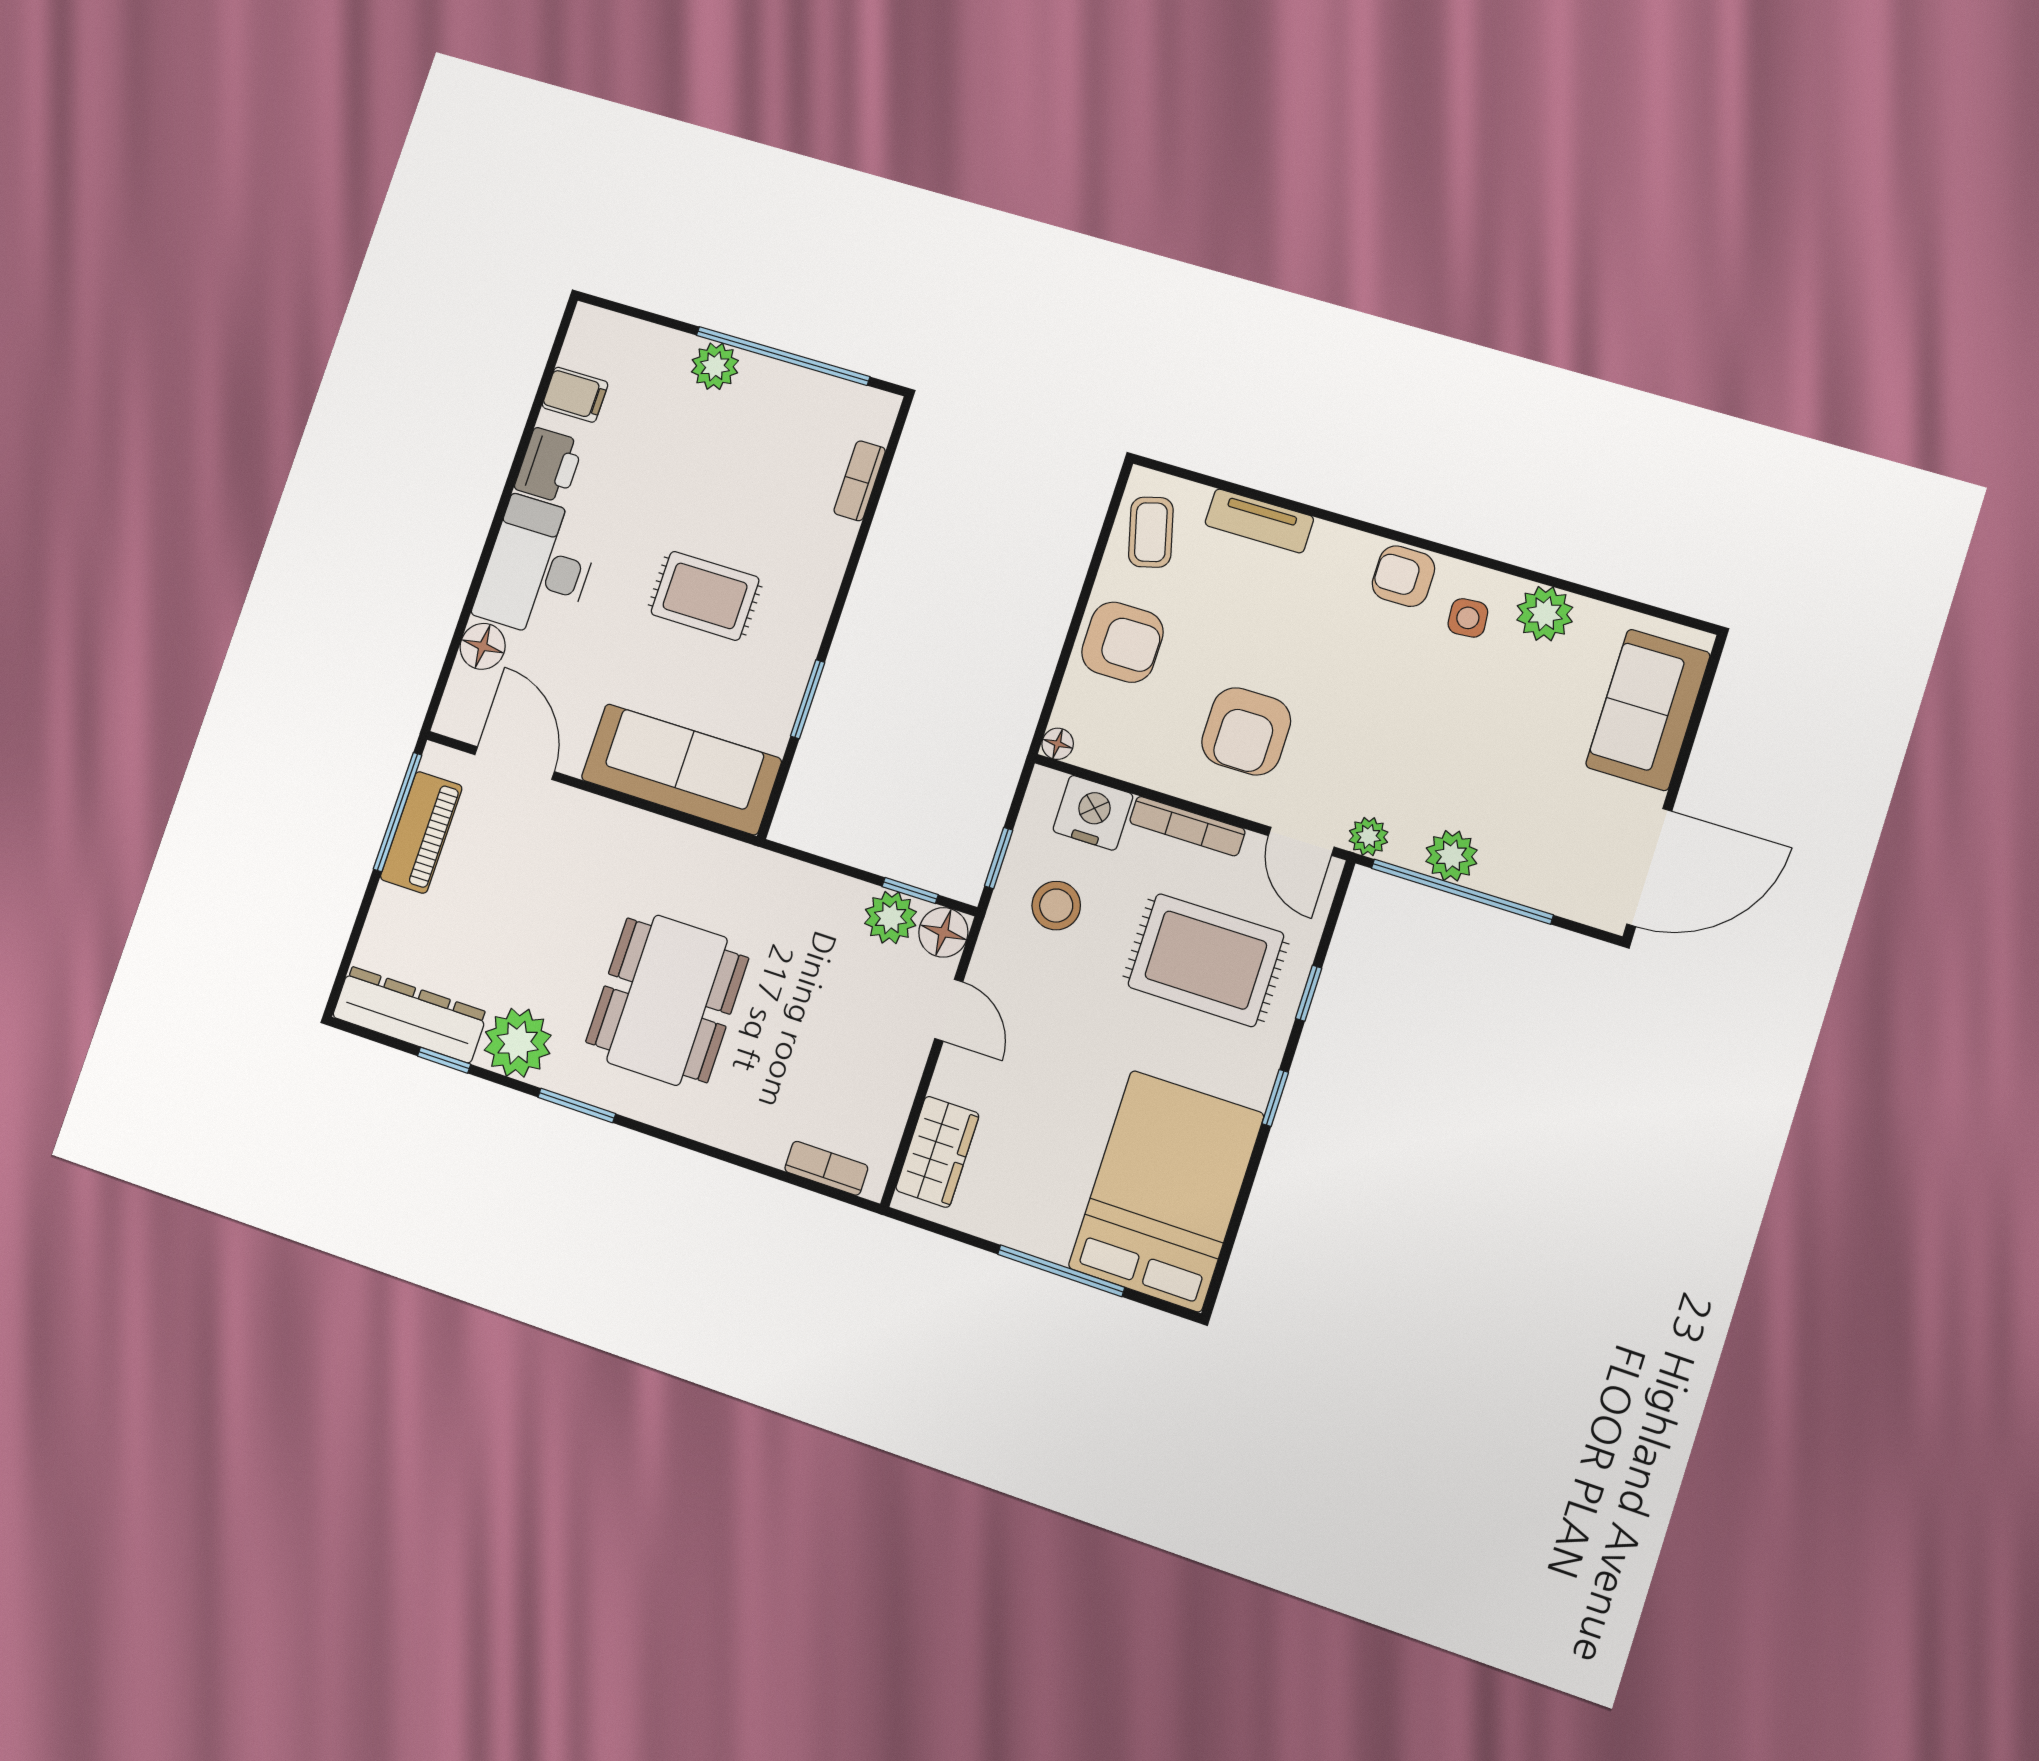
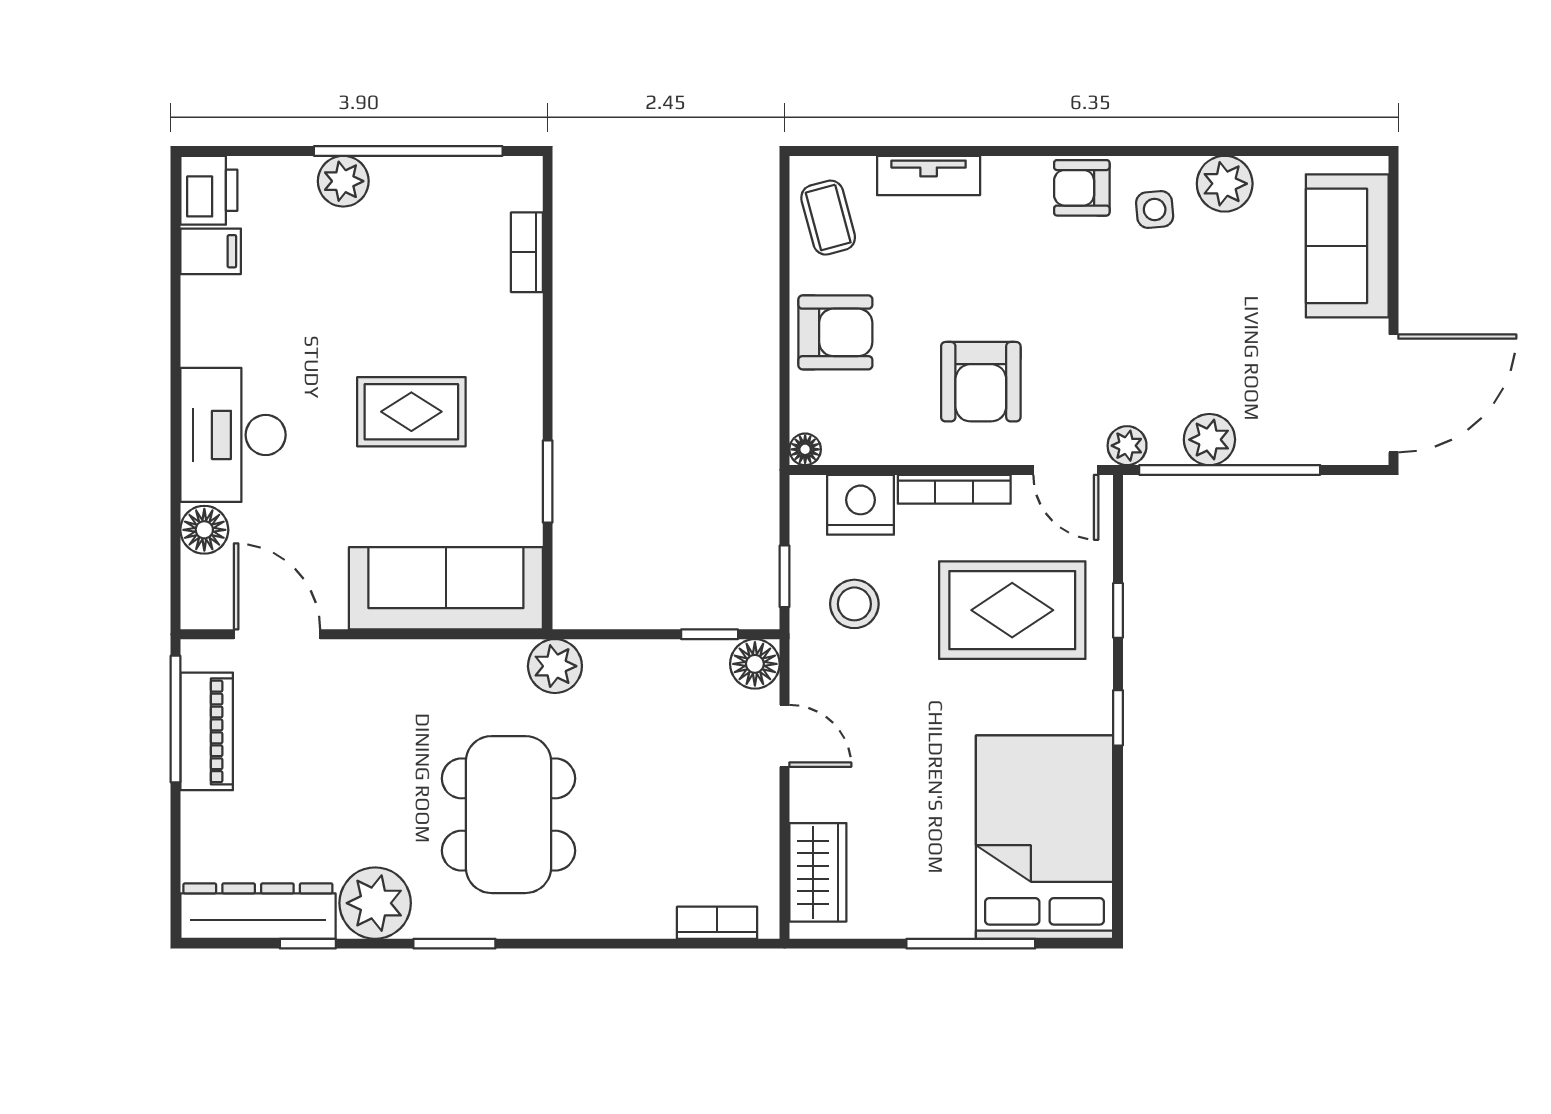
printer: (549, 465) -> (209, 190), moved
plant: (891, 918) -> (555, 666), moved

